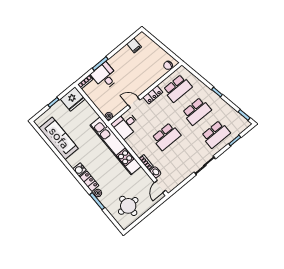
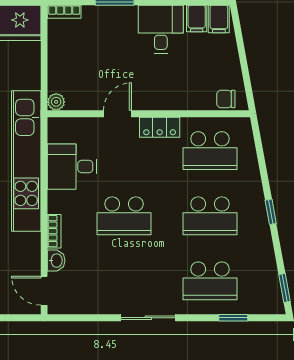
filing cabinet: (142, 39) -> (219, 19), added
desk: (105, 76) -> (161, 29), moved
door: (134, 102) -> (117, 114), hinge flipped
desk: (126, 125) -> (72, 167), moved
door: (160, 186) -> (44, 291), hinge flipped

